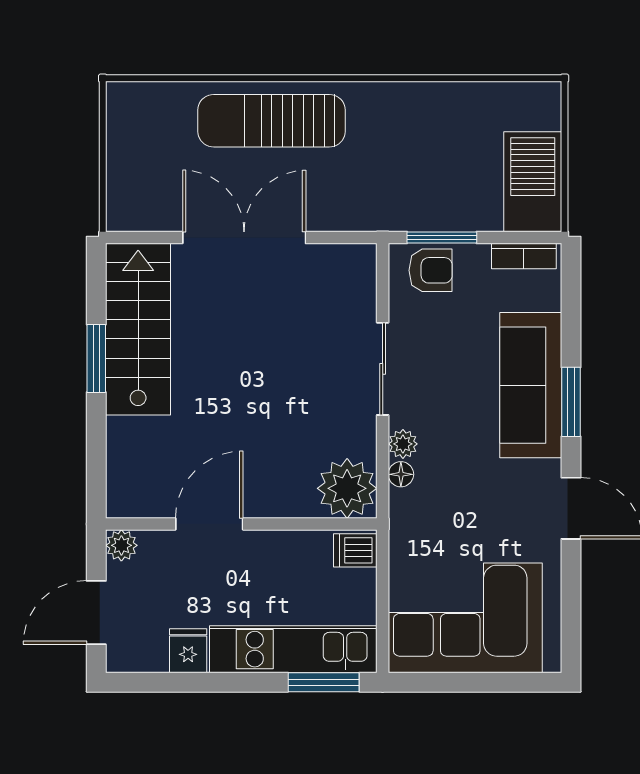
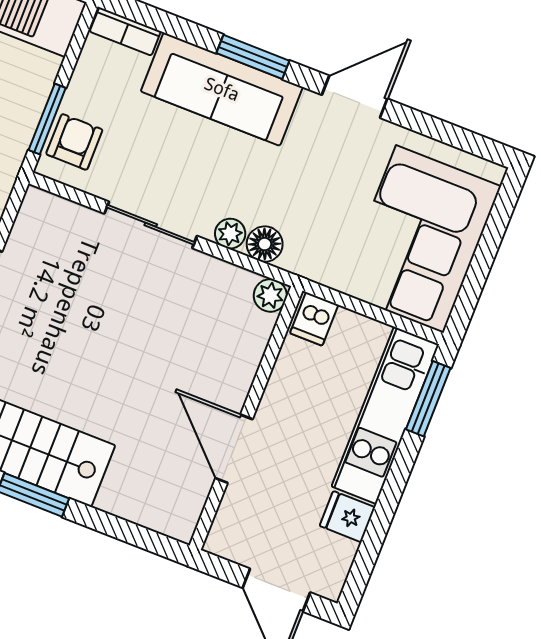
bookcase: (524, 256) -> (125, 31), moved, turned 90
floor lamp: (401, 474) -> (265, 244), width x1.37, depth x1.37
plant: (347, 488) -> (270, 295), width x0.53, depth x0.53
plant: (121, 545) -> (222, 541), removed

